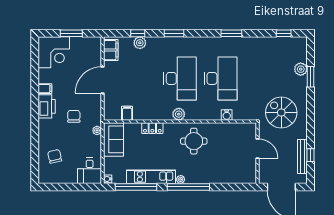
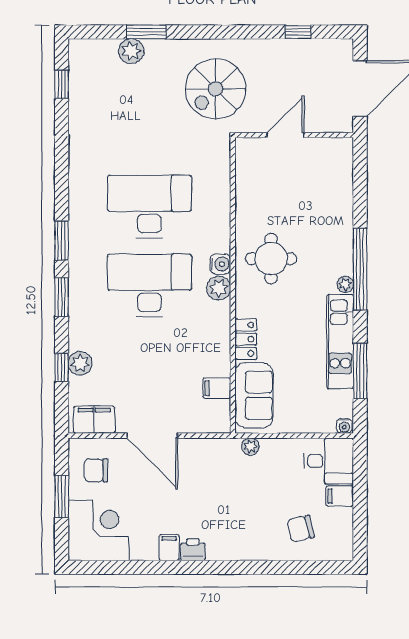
window: (231, 33) -> (62, 240), moved
printer: (47, 106) -> (193, 550), width x0.53, depth x0.68
water cooler: (227, 115) -> (220, 264), moved
chair: (74, 116) -> (96, 470), moved
sofa: (114, 139) -> (254, 395), moved, turned 90
bench: (302, 156) -> (301, 48), removed
filing cabinet: (71, 177) -> (340, 496), added
window: (136, 187) -> (360, 371), width x0.68

